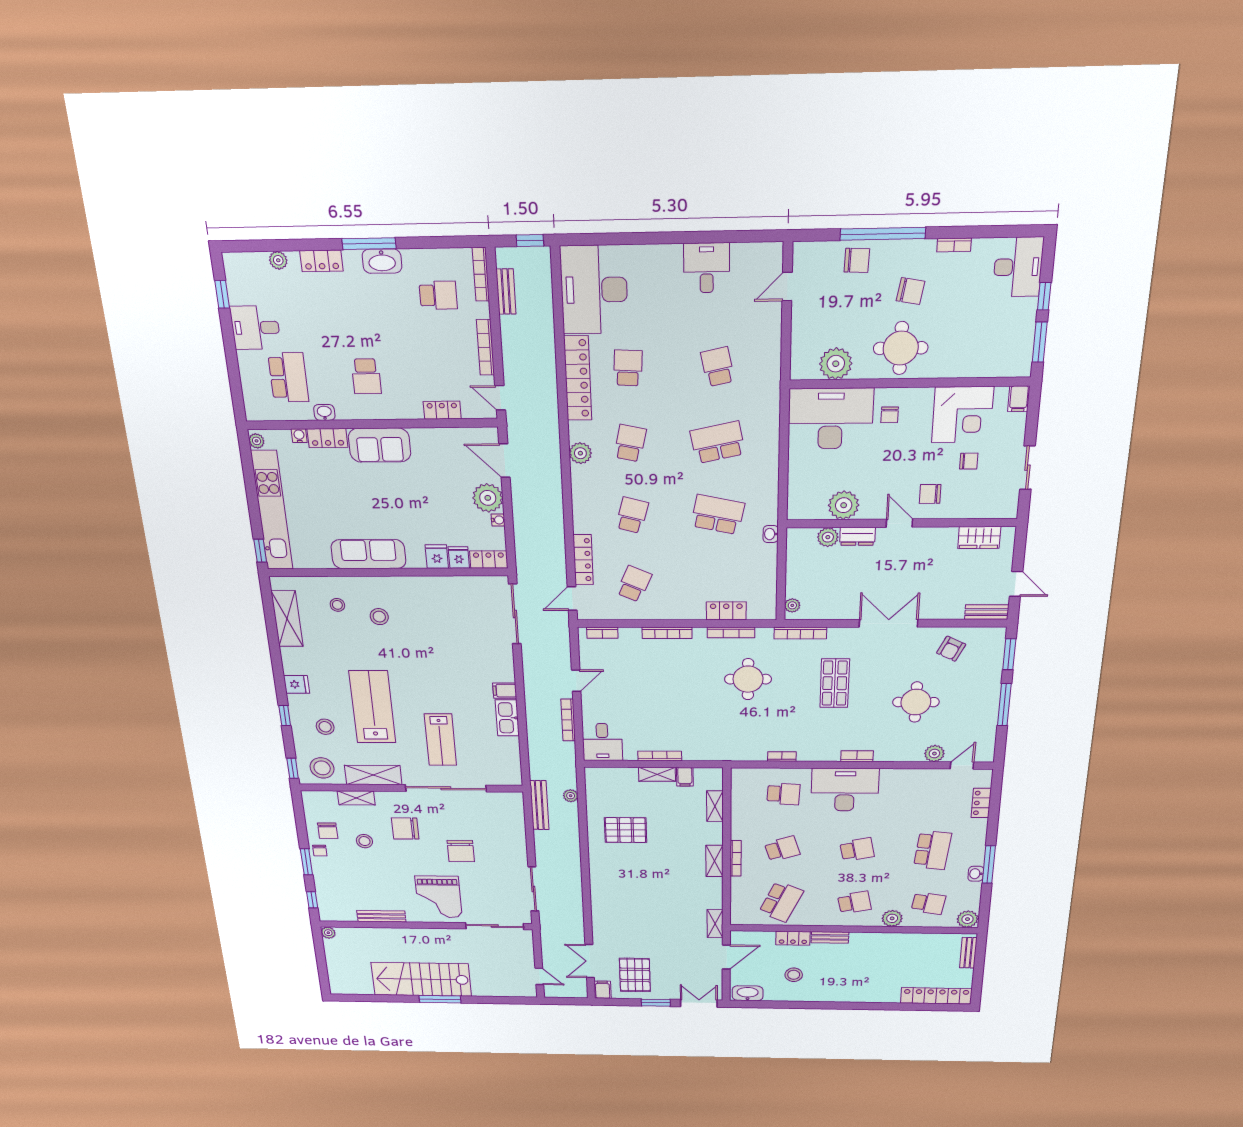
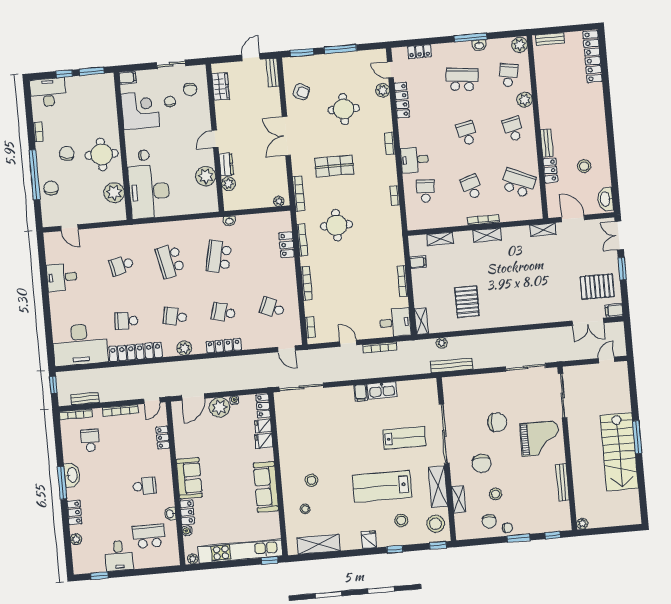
chair: (930, 494) -> (190, 89), moved
locker: (583, 560) -> (224, 346), moved
shelving: (657, 774) -> (421, 321), moved
locker: (916, 776) -> (402, 100), added
desk: (845, 790) -> (415, 160), width x0.53, depth x0.77
chair: (328, 831) -> (489, 521), turned 90

